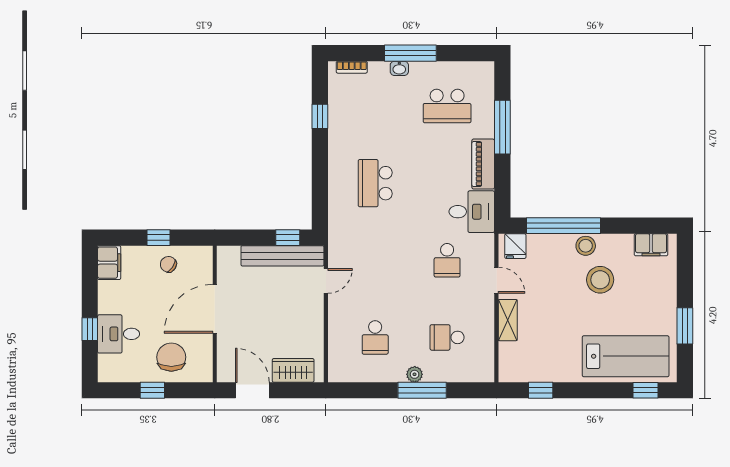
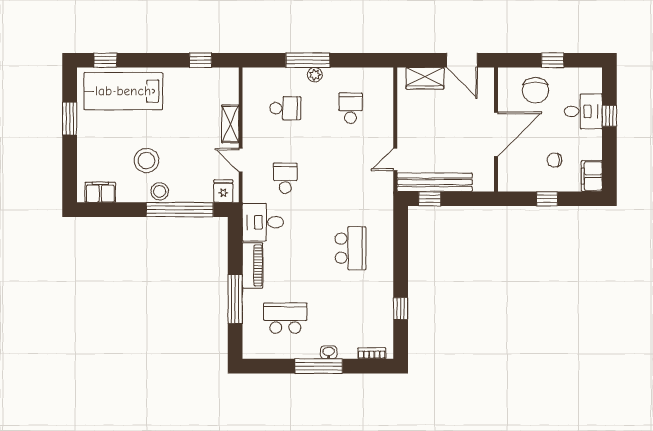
chair: (168, 264) -> (554, 160), moved, turned 146

